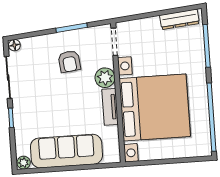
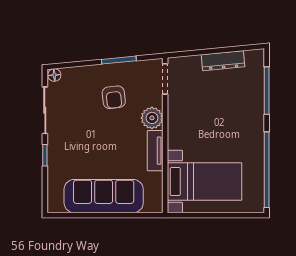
dresser: (179, 19) -> (223, 61), moved
bed with nightstands: (155, 107) -> (205, 182), width x0.54
plant: (24, 163) -> (55, 206), removed

